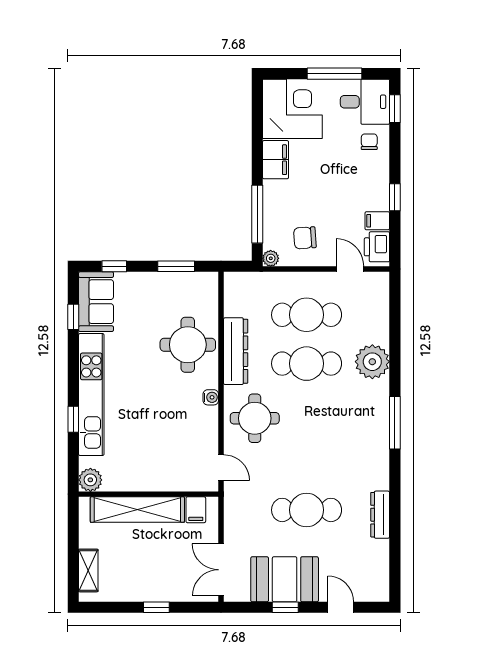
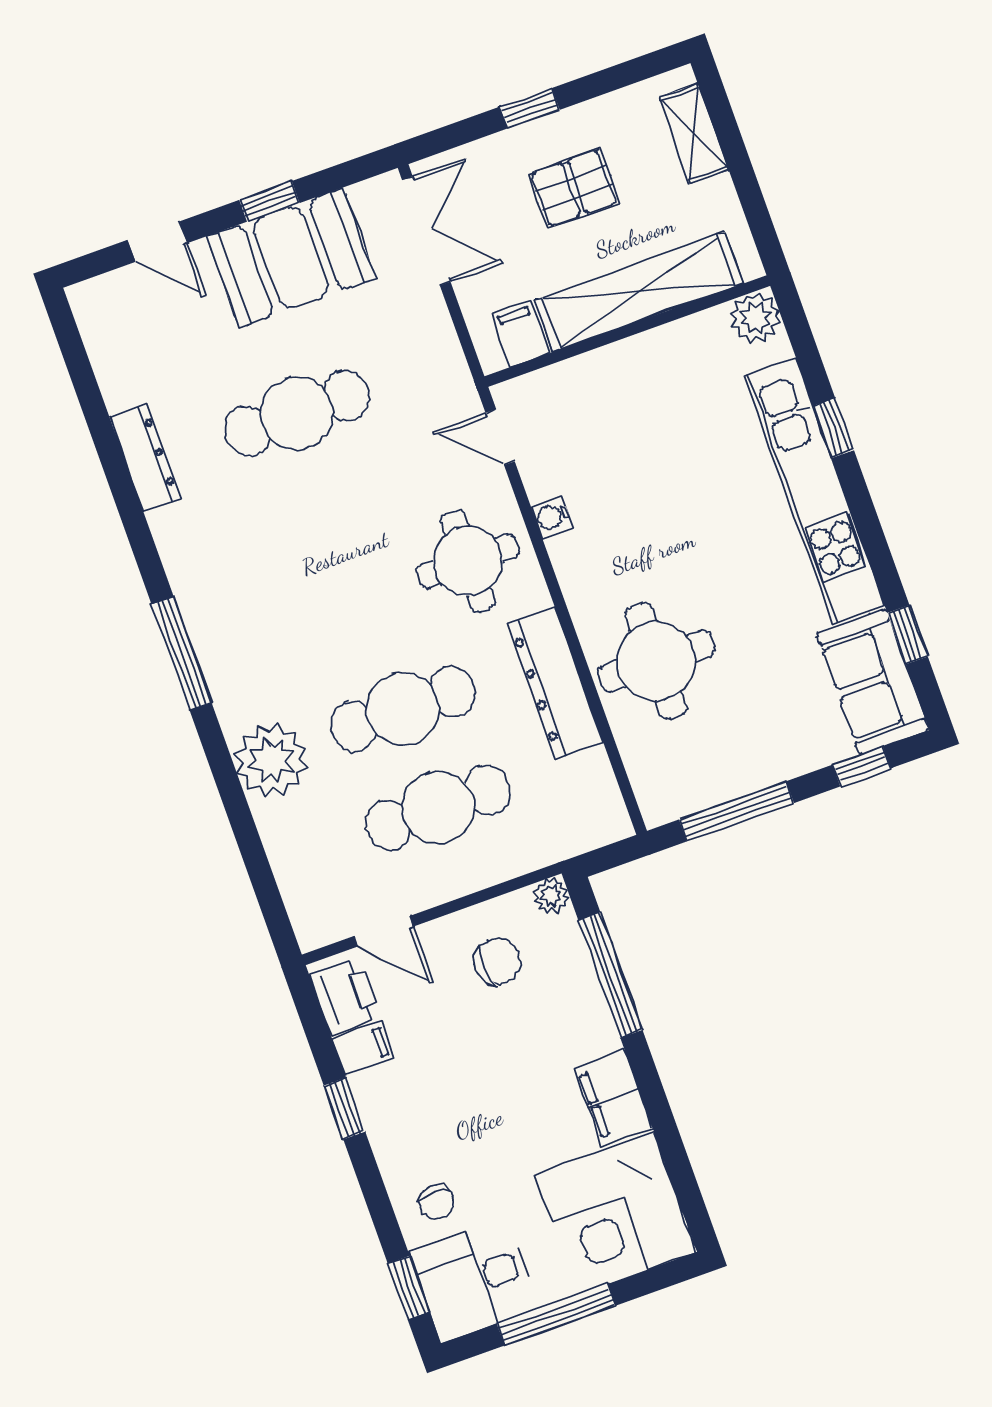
window: (176, 266) -> (736, 811), width x1.44
water cooler: (211, 397) -> (552, 517), moved
pallet: (150, 565) -> (574, 188), added

